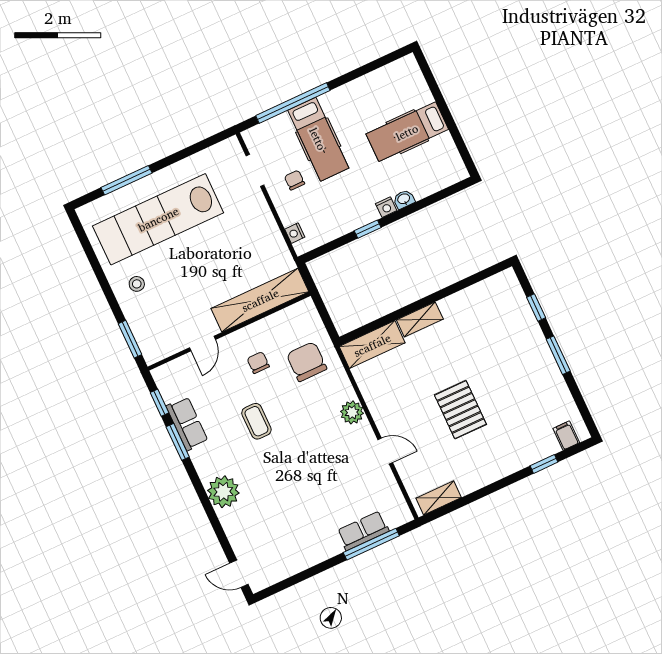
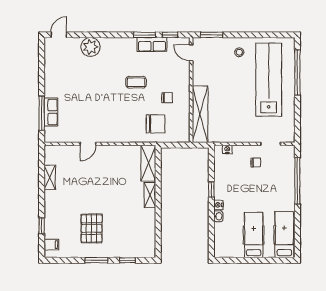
hospital bed: (318, 139) -> (284, 235), moved, turned 90
window: (127, 180) -> (297, 73), width x1.46
door: (202, 344) -> (191, 53), moved
pallet: (460, 410) -> (92, 228), moved, turned 90
plant: (352, 412) -> (117, 136), removed
plant: (223, 492) -> (91, 47), moved
shelving: (439, 498) -> (50, 177), moved

